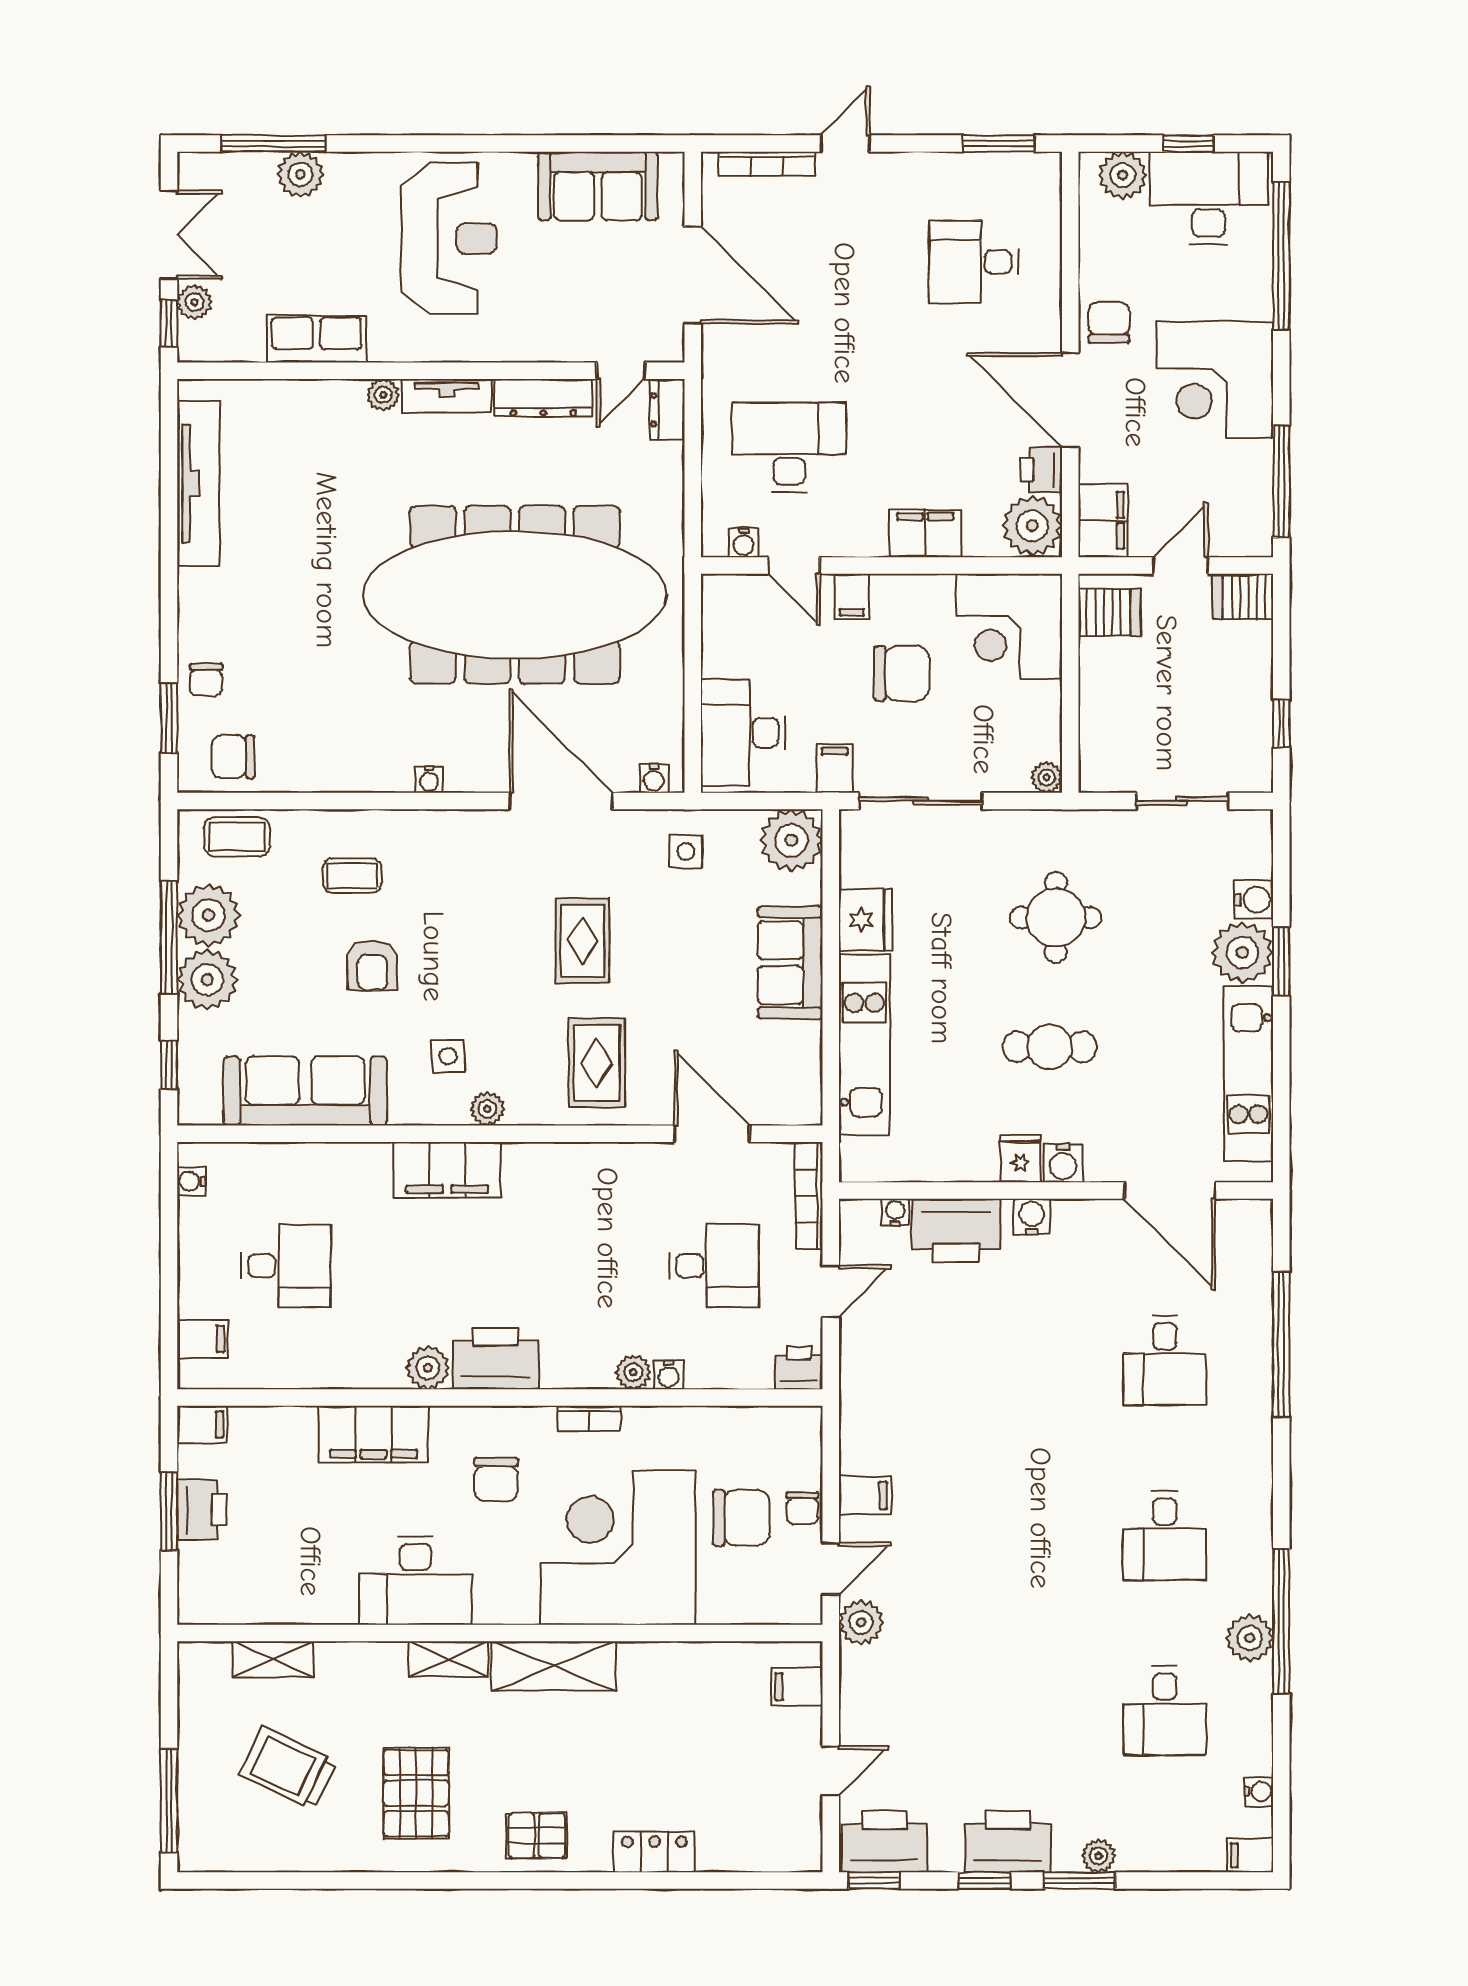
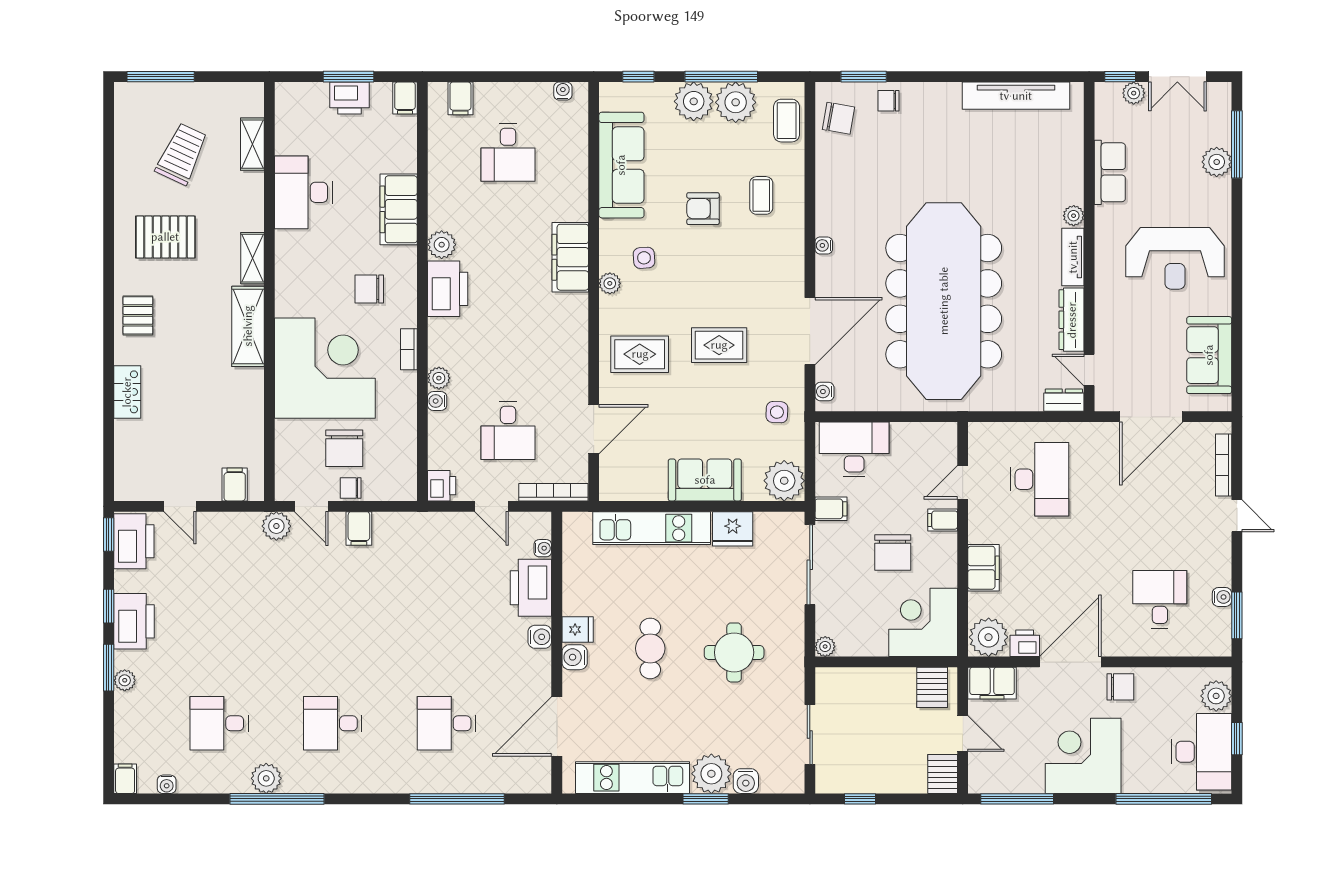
water cooler: (743, 543) -> (1222, 597), moved, turned 180
chair: (233, 757) -> (838, 118), turned 100
desk: (415, 1581) -> (303, 192), moved

